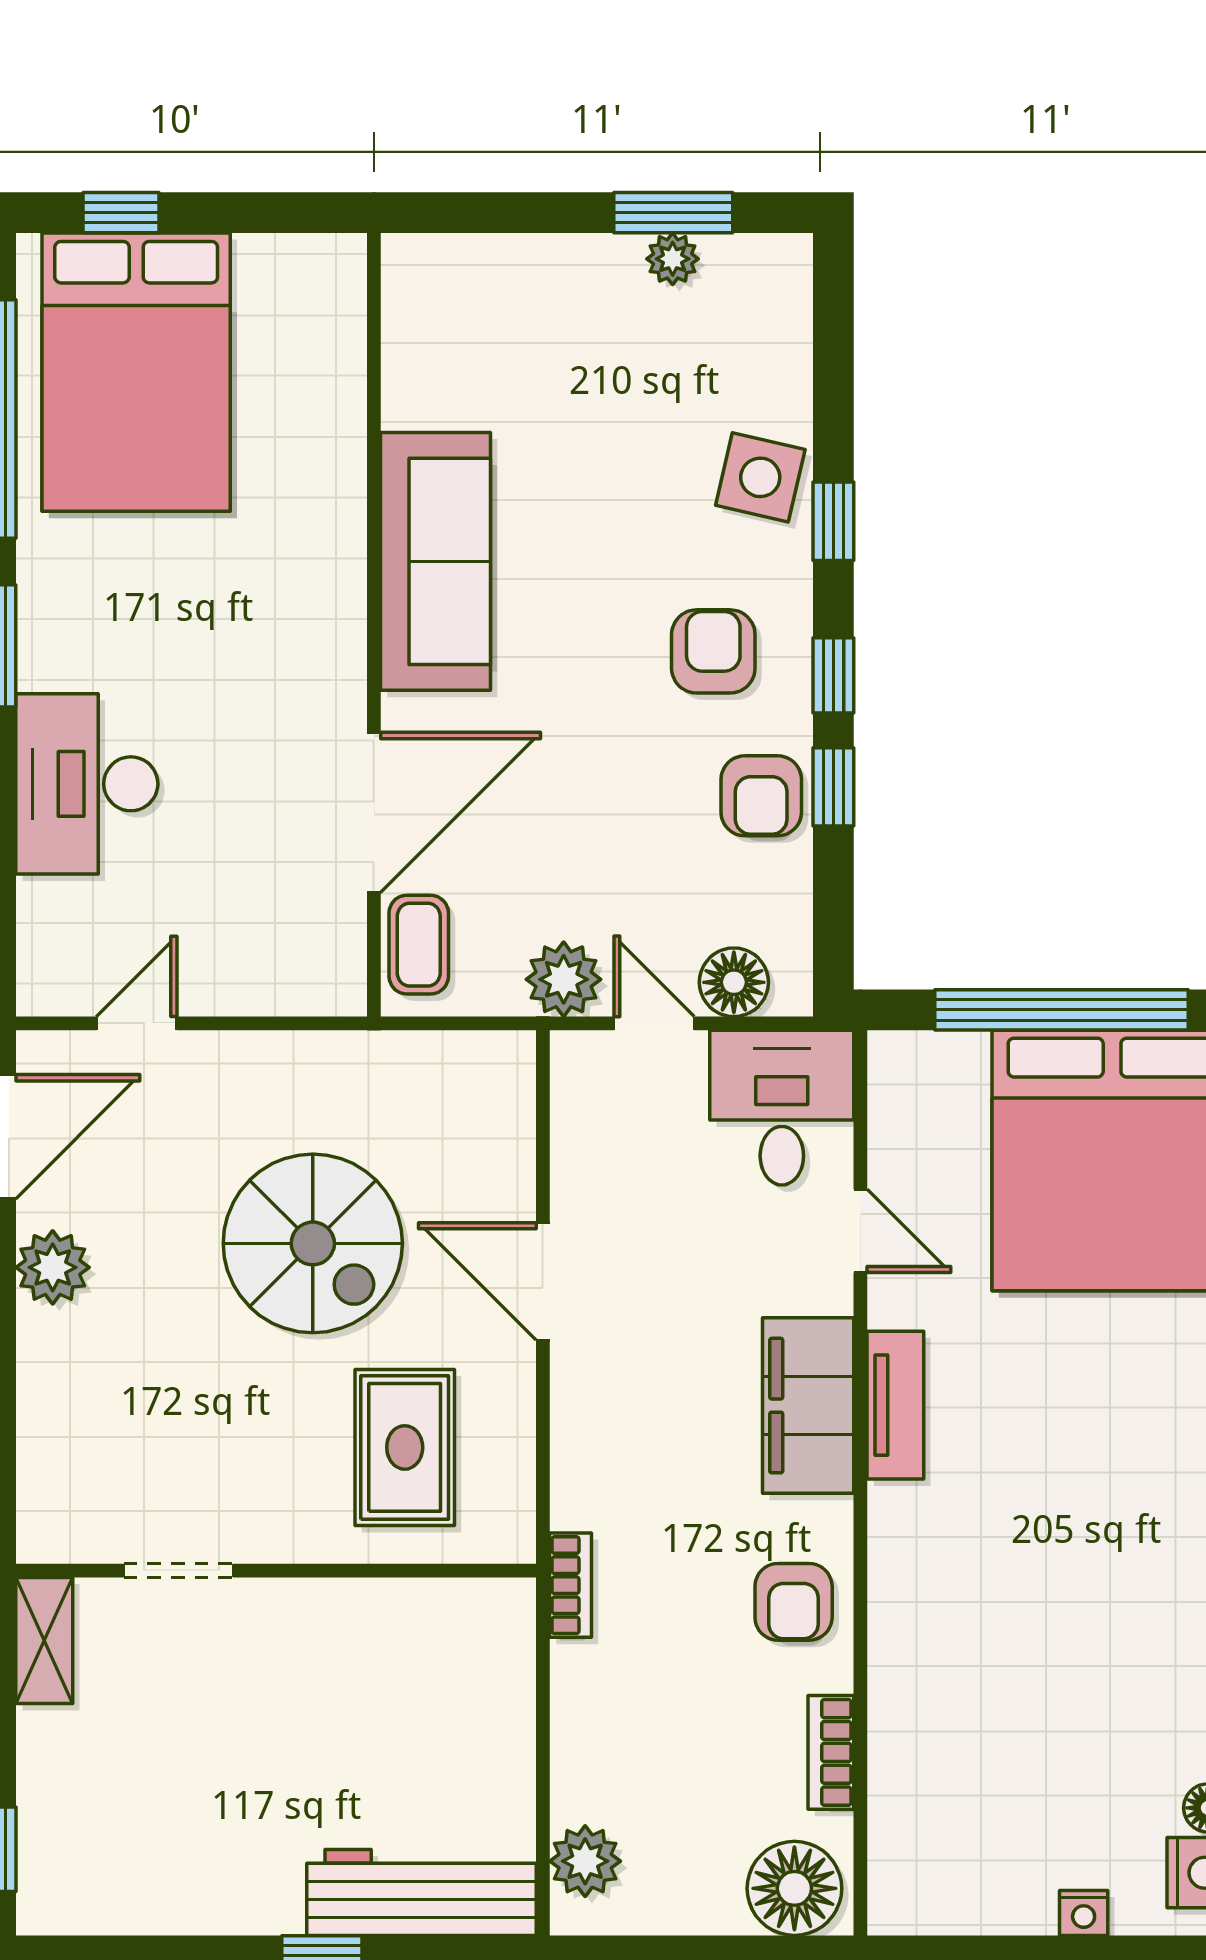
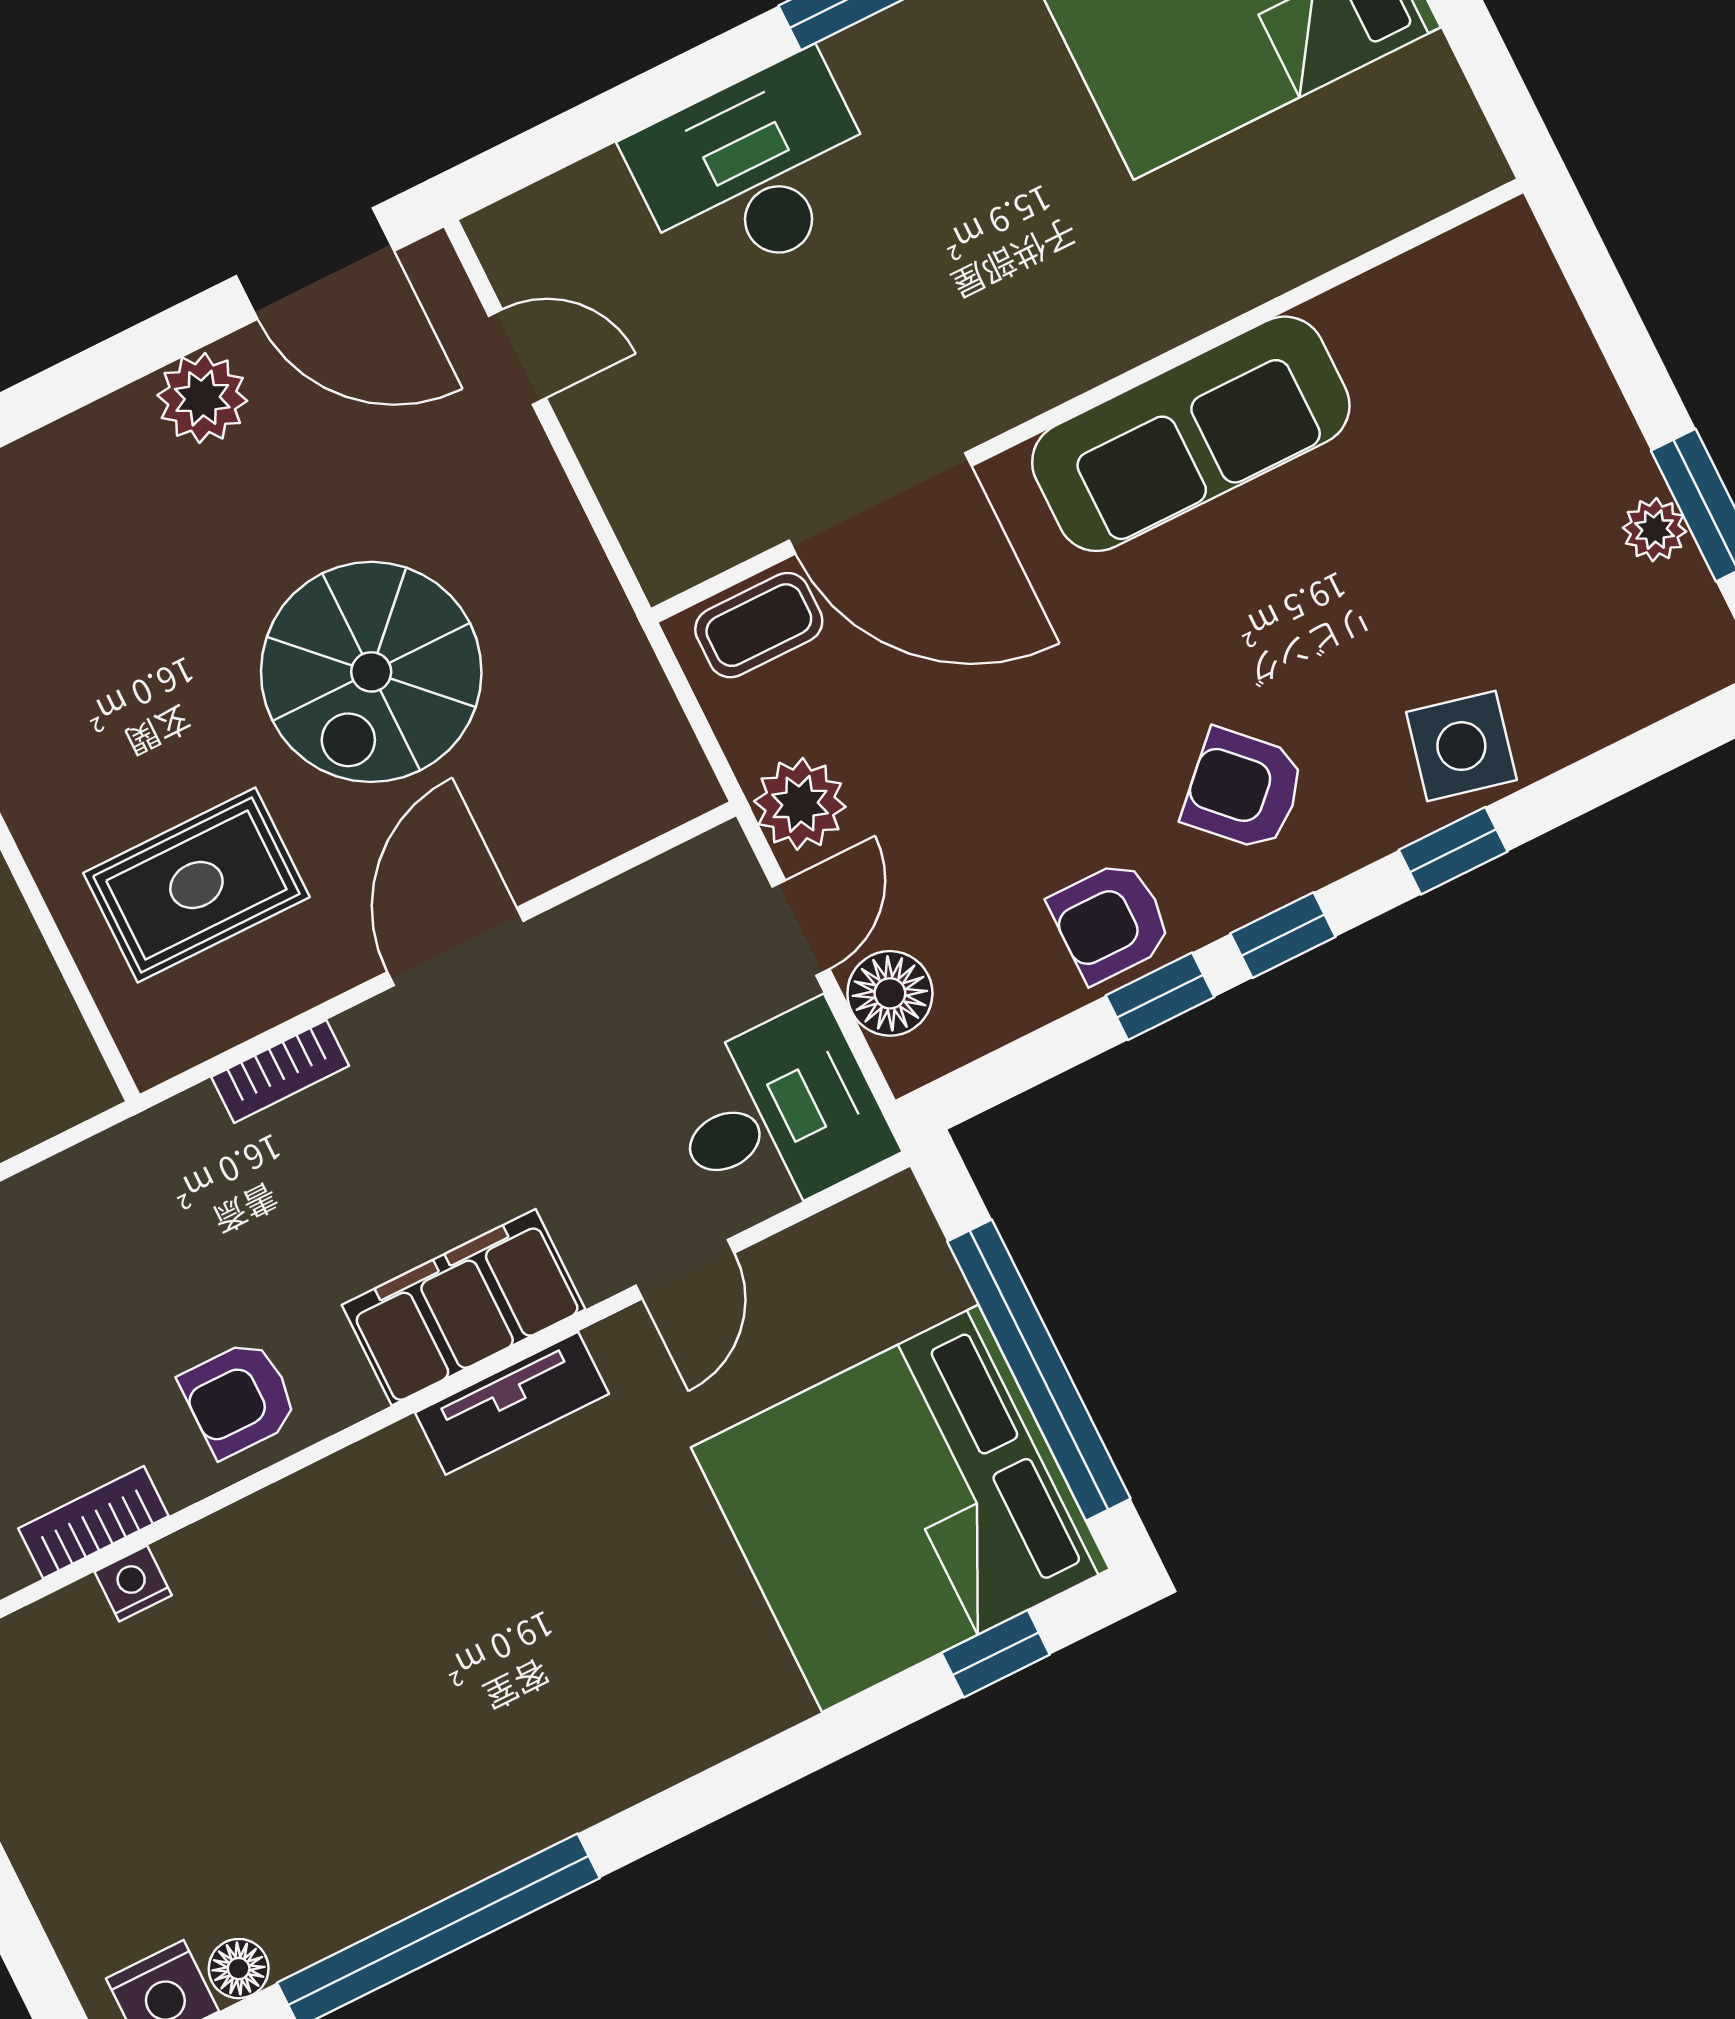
armchair: (713, 651) -> (1244, 790), turned -135
bookcase: (570, 1585) -> (280, 1071), moved
nightstand: (1084, 1913) -> (133, 1584), moved, turned 90

